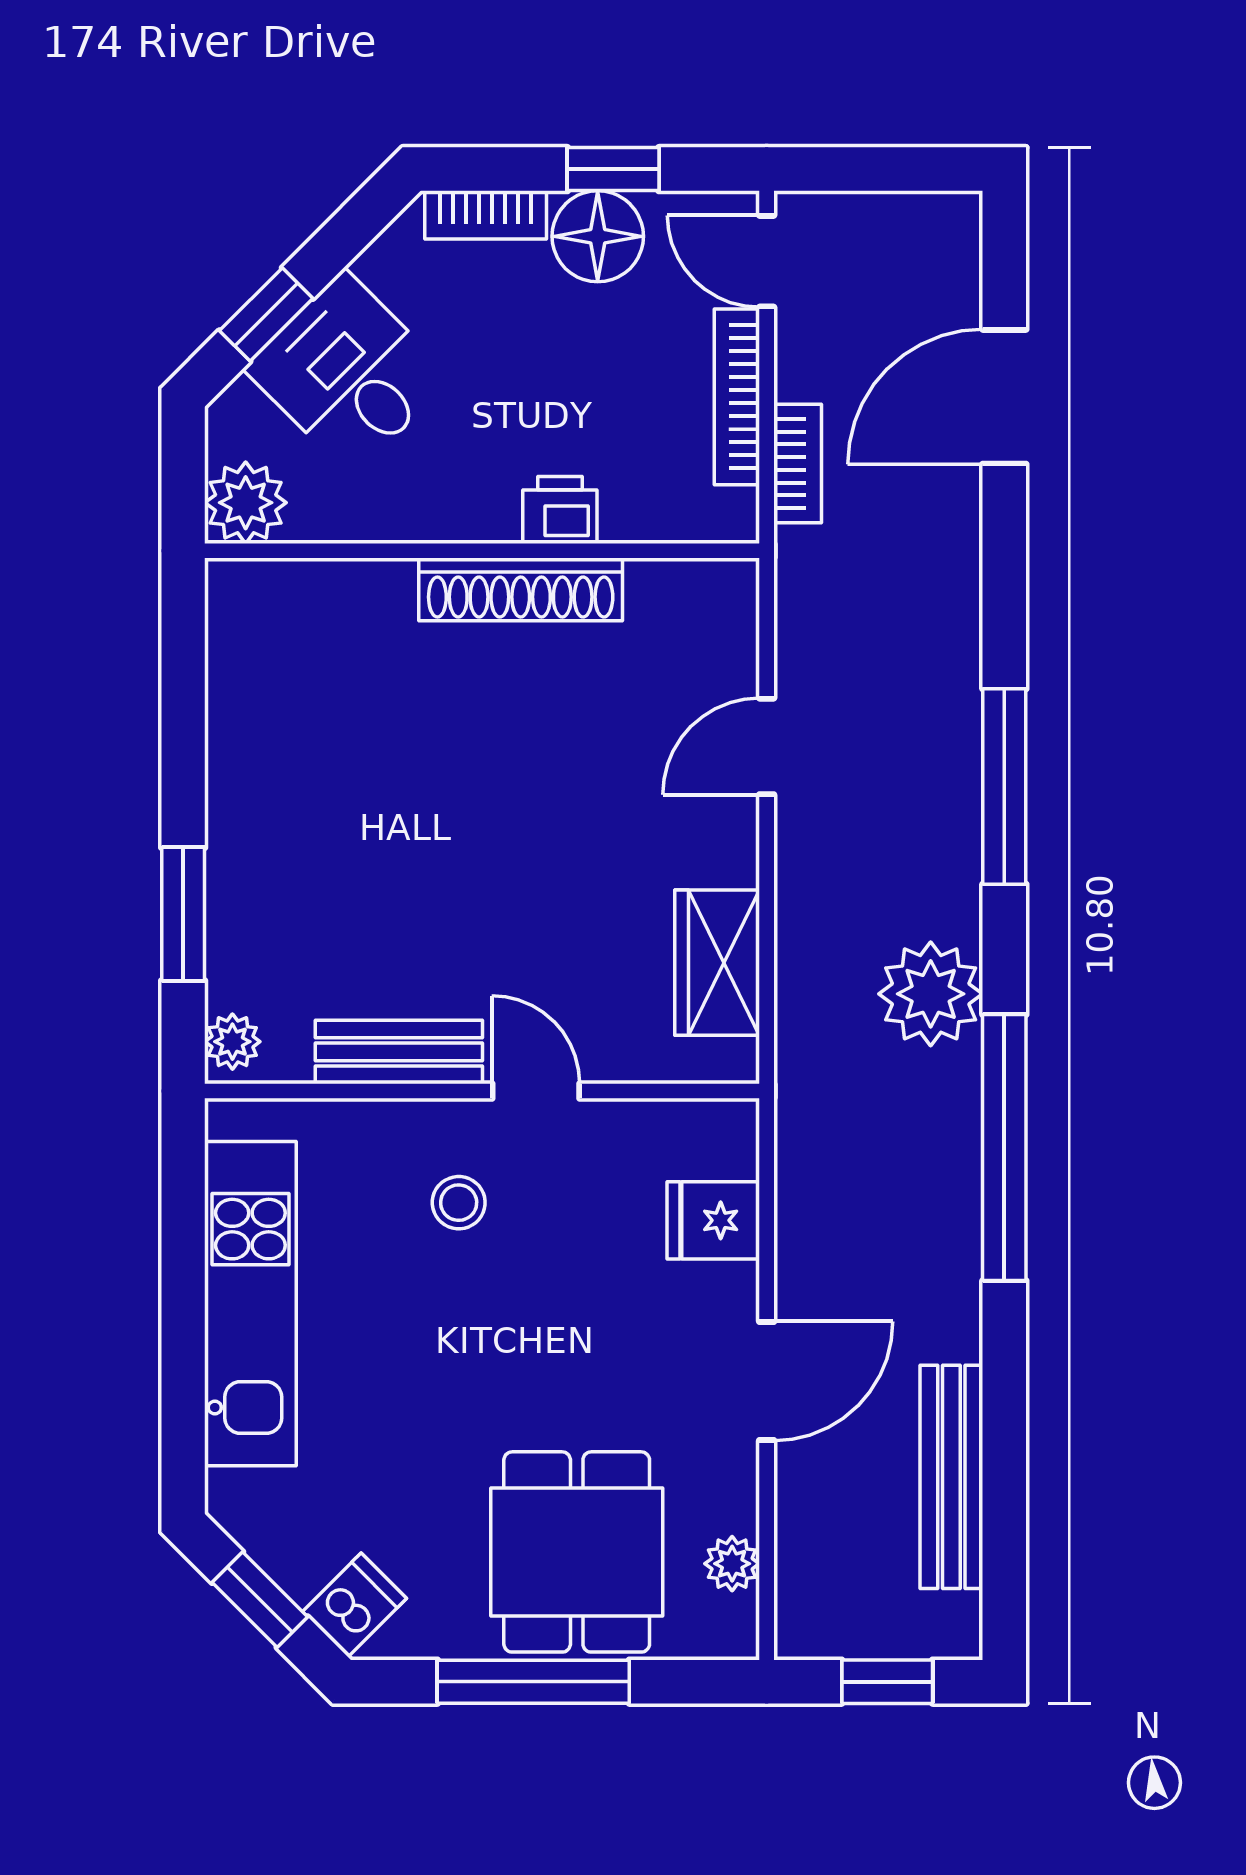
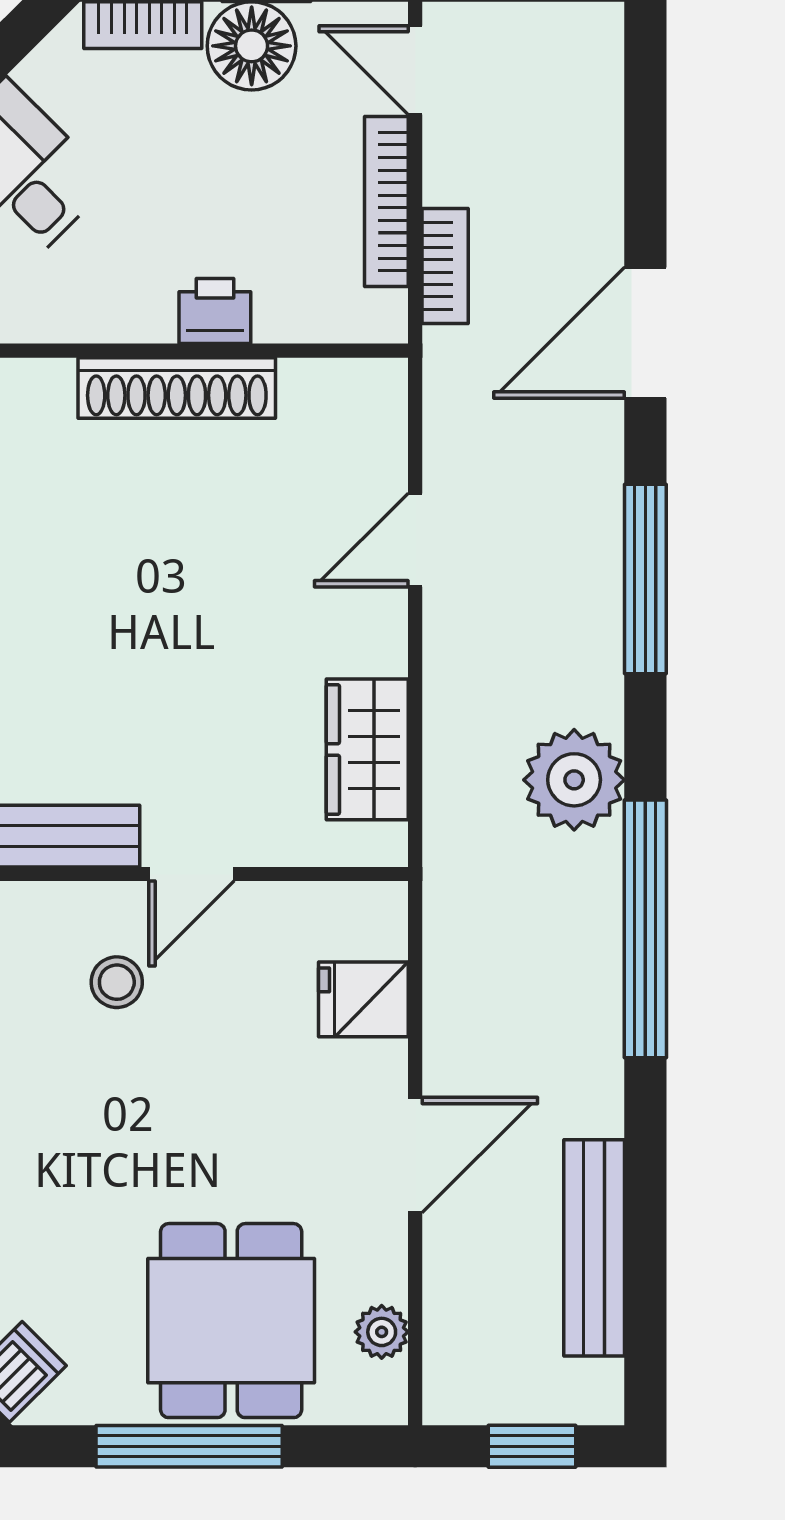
door: (1004, 397) -> (645, 333), moved
door: (536, 1091) -> (192, 874), swing flipped

